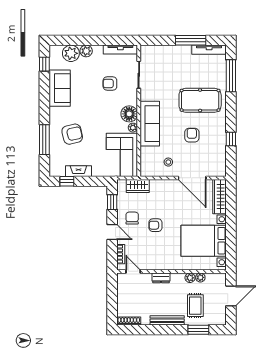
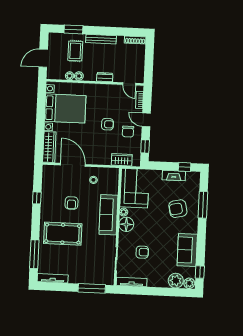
window: (191, 40) -> (92, 288), moved
plant: (86, 51) -> (189, 283), moved

